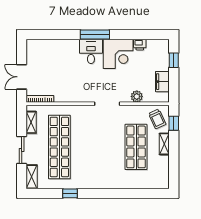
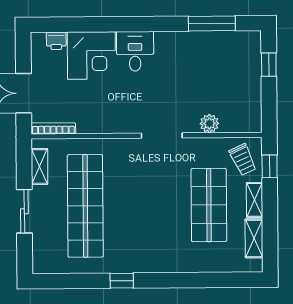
window: (95, 34) -> (212, 23), moved
printer: (140, 45) -> (56, 41), moved
corner desk: (118, 54) -> (91, 55), moved
filing cabinet: (162, 82) -> (251, 99), removed
shelving: (32, 177) -> (254, 238), moved
window: (70, 193) -> (122, 281), moved

